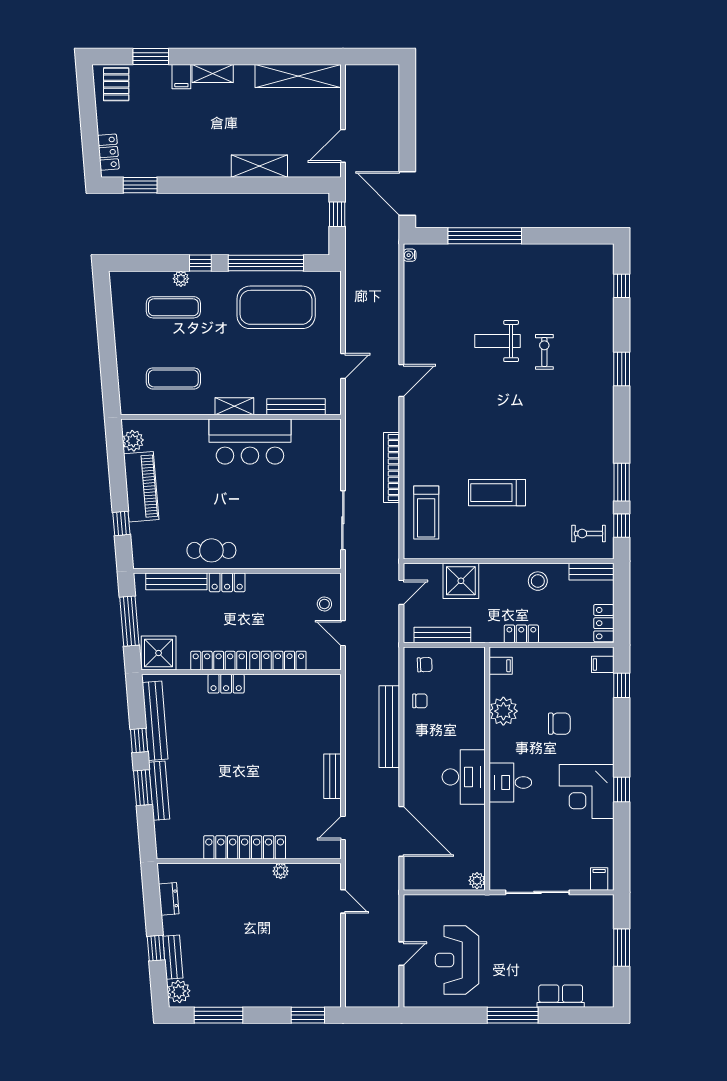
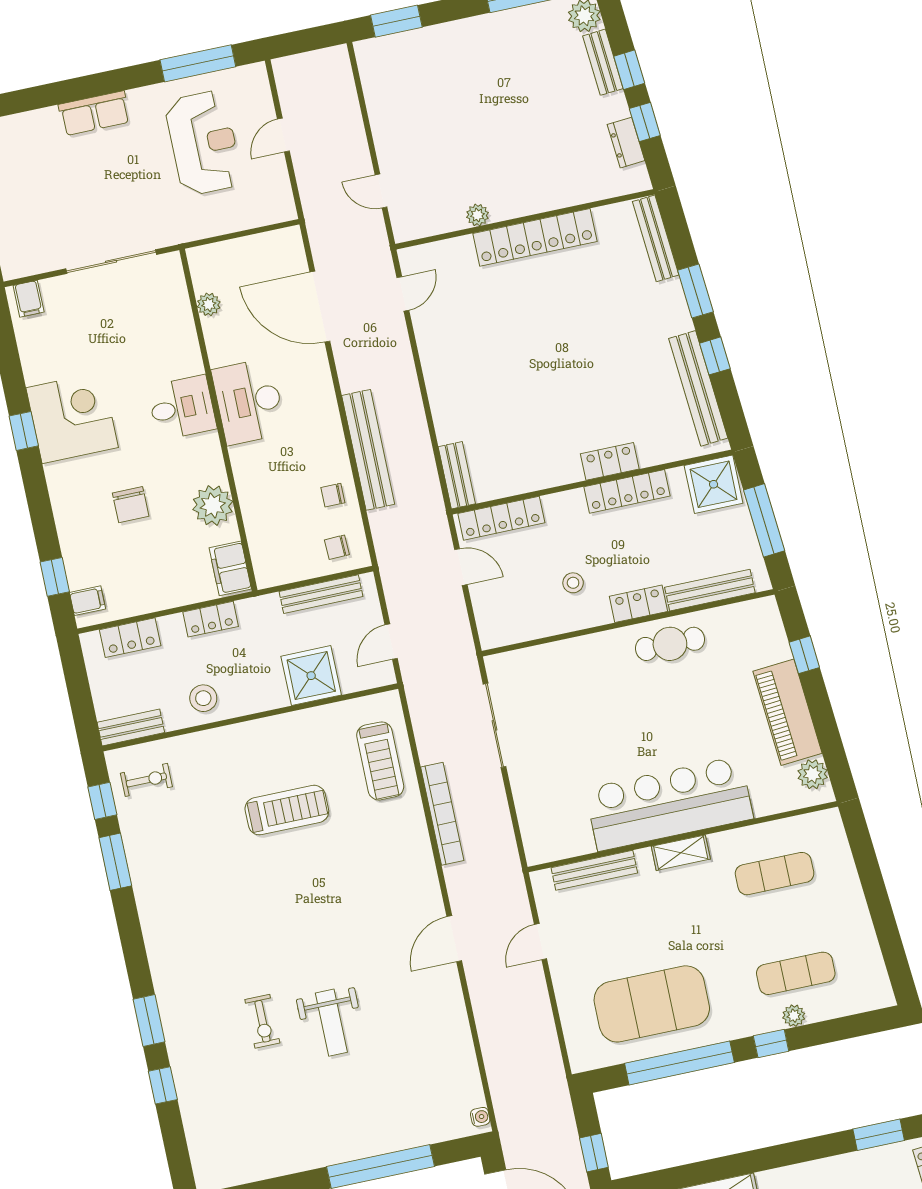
window: (622, 286) -> (163, 1085), moved
weight bench: (497, 341) -> (331, 1023), turned 90
bar counter: (250, 442) -> (669, 804), width x1.36
treadmill: (426, 513) -> (380, 761), turned 180
stool: (324, 604) -> (573, 583), moved
locker: (604, 623) -> (130, 638), moved, turned 90
locker: (278, 661) -> (501, 518), moved
filing cabinet: (501, 666) -> (230, 568), width x2.00
chair: (559, 724) -> (131, 505), turned -90
bench: (333, 776) -> (457, 475), moved
bench: (159, 791) -> (656, 238), moved
plant: (477, 881) -> (209, 304), moved
window: (153, 910) -> (645, 122), added
row of seats: (561, 996) -> (94, 113), moved
window: (513, 1015) -> (198, 63), moved

